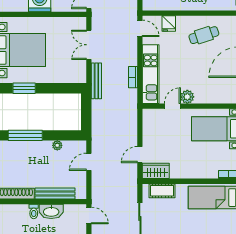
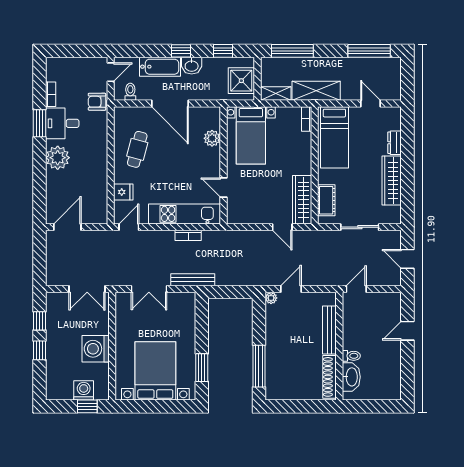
cafe table: (204, 35) -> (137, 149), turned 33
plant: (187, 97) -> (212, 138), moved
plant: (57, 145) -> (271, 298), moved
door: (89, 162) -> (291, 289), swing flipped
wardrobe: (156, 171) -> (302, 200), width x1.50
washbasin: (51, 211) -> (351, 377), moved

